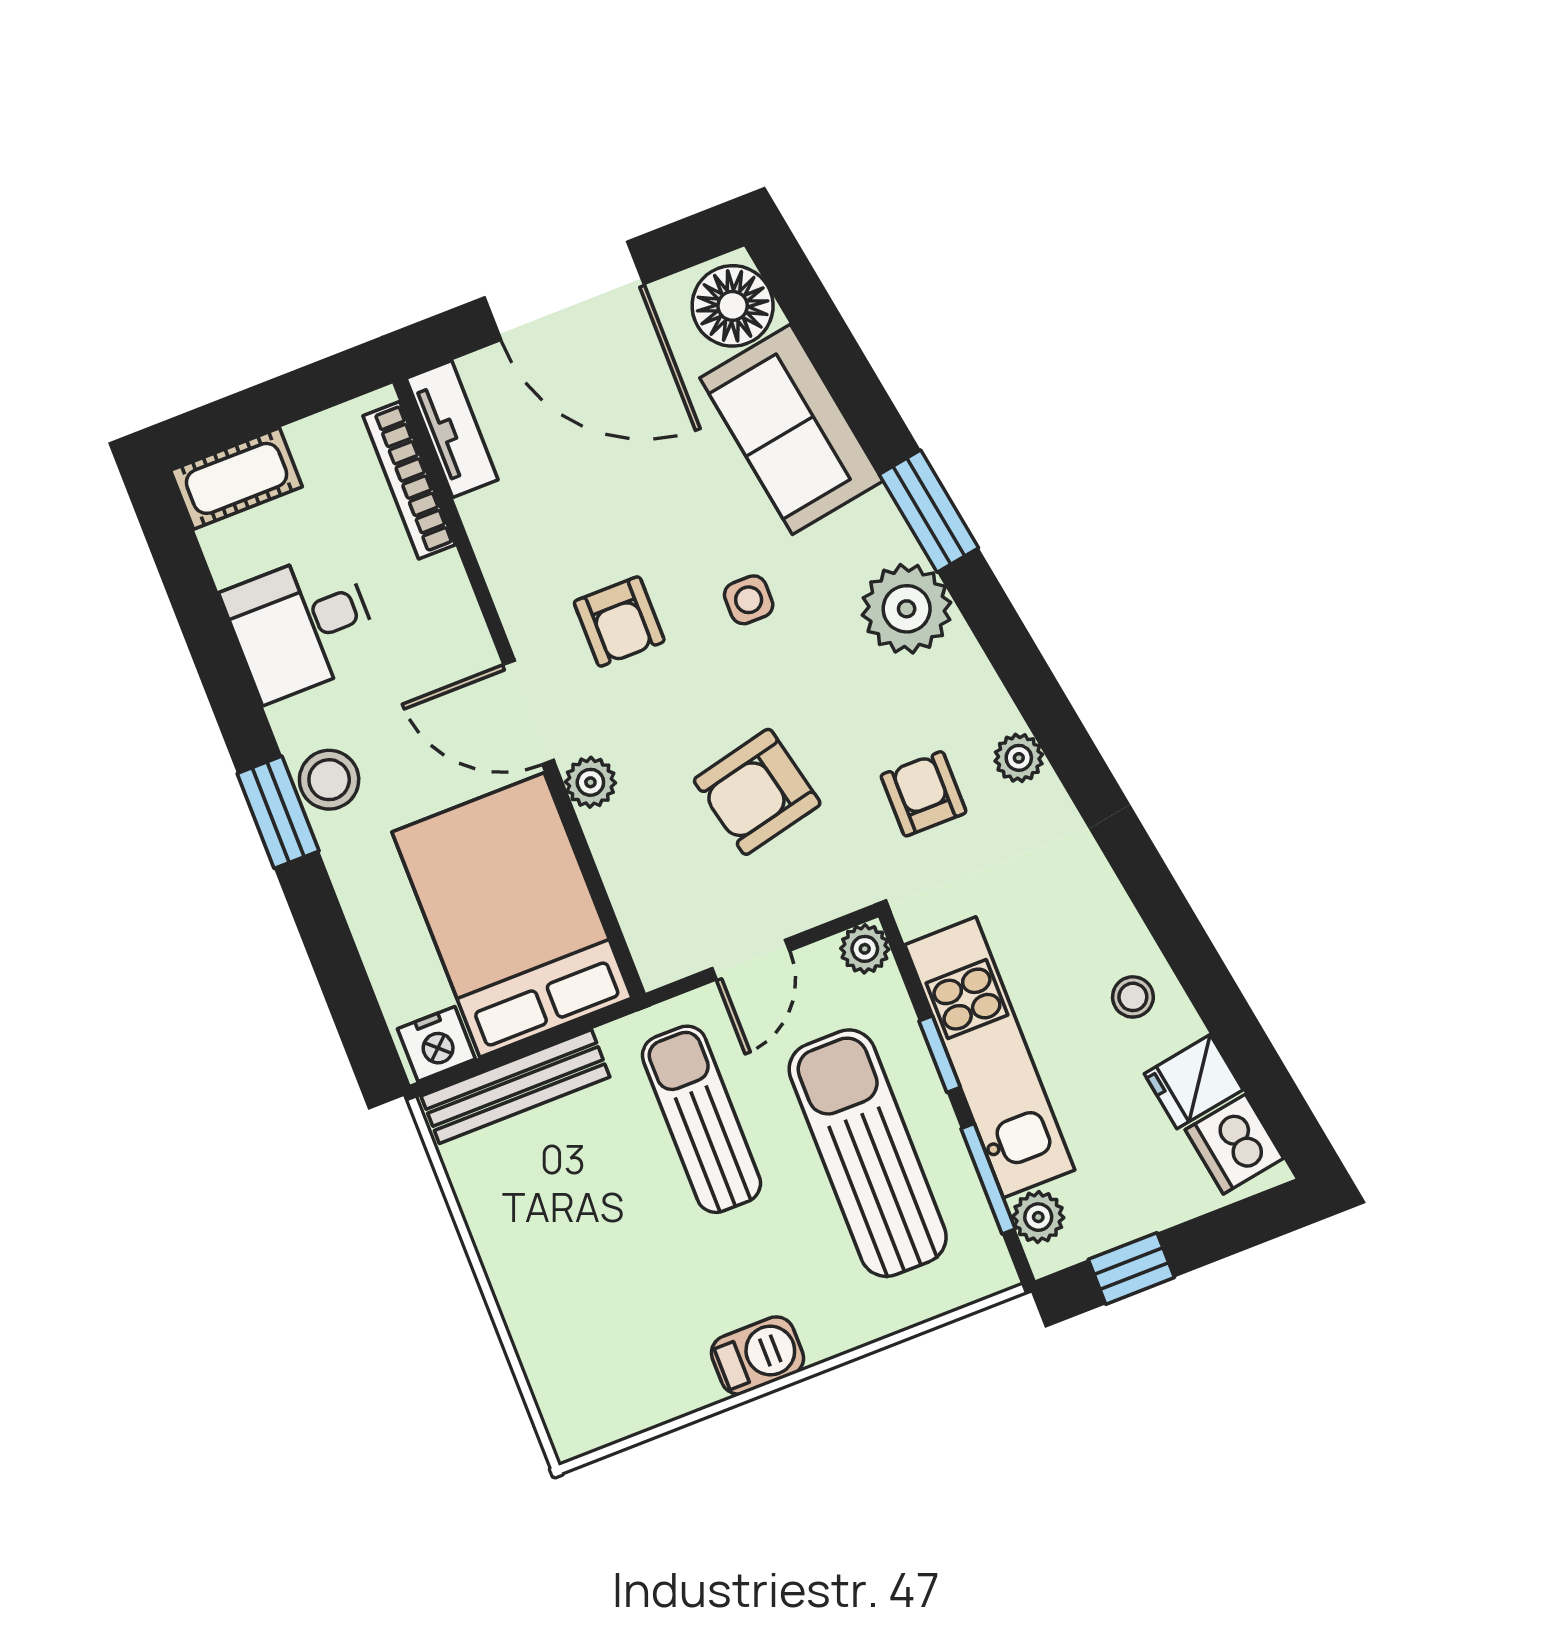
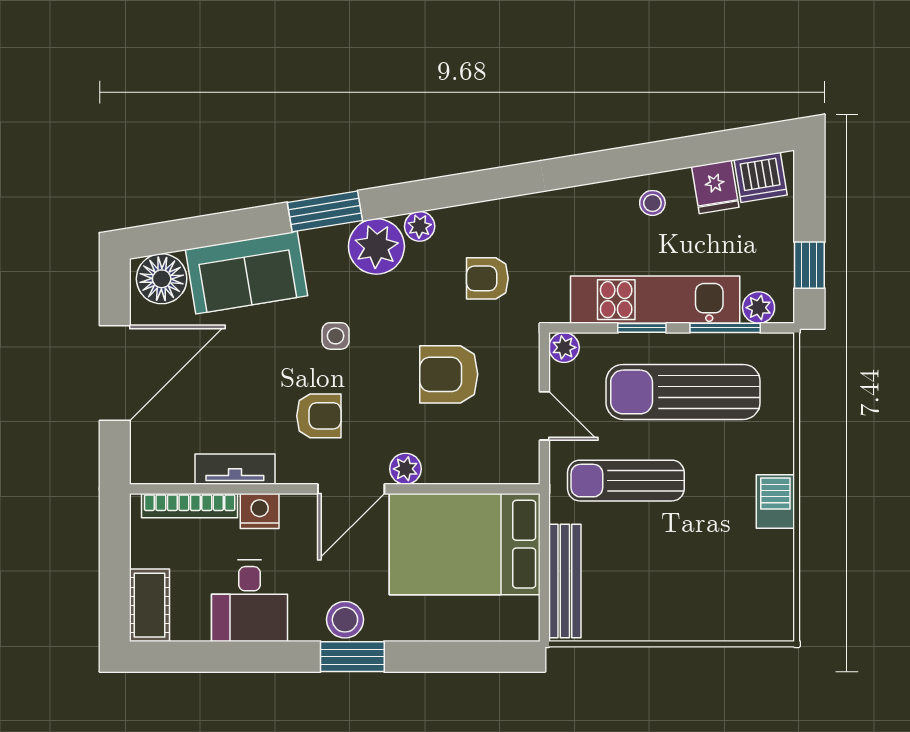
tv unit: (452, 429) -> (235, 469), moved
plant: (1019, 758) -> (420, 226), moved
armchair: (757, 792) -> (449, 374), turned 103
nightstand: (436, 1044) -> (260, 511), moved, turned -90

